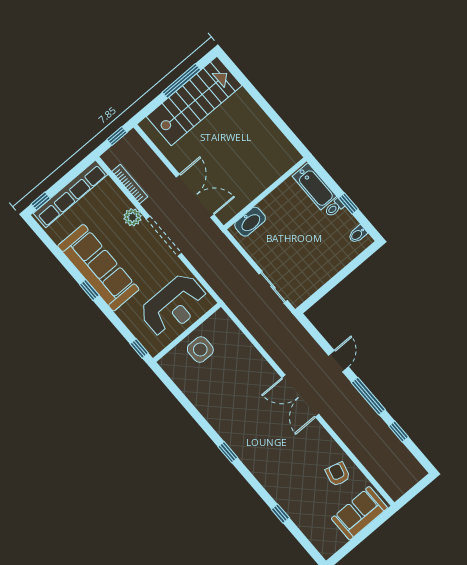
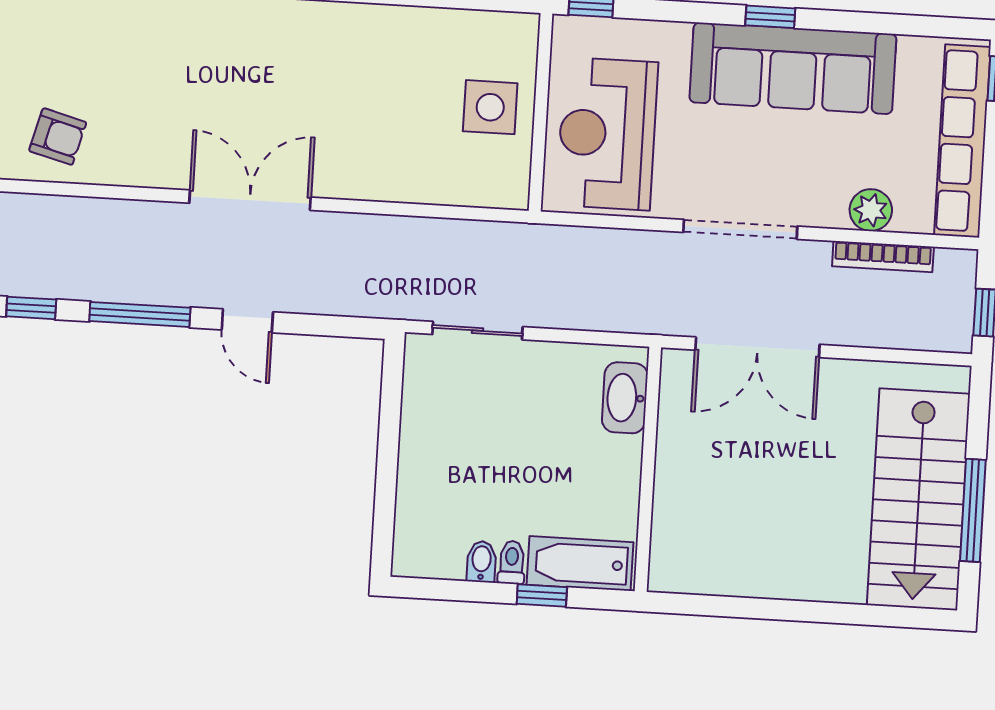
window: (348, 204) -> (542, 596), moved
plant: (133, 217) -> (871, 210), moved
bidet: (358, 234) -> (481, 562), moved

